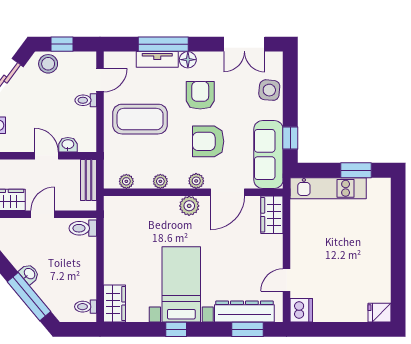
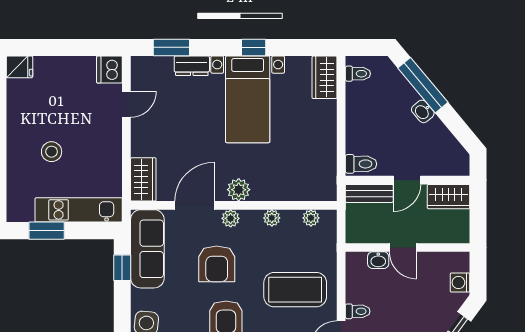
armchair: (208, 141) -> (217, 264), turned 90
bench: (88, 180) -> (369, 193), moved, turned 90
stool: (352, 239) -> (52, 152), added
dresser: (244, 311) -> (192, 66), width x0.51, depth x0.80

